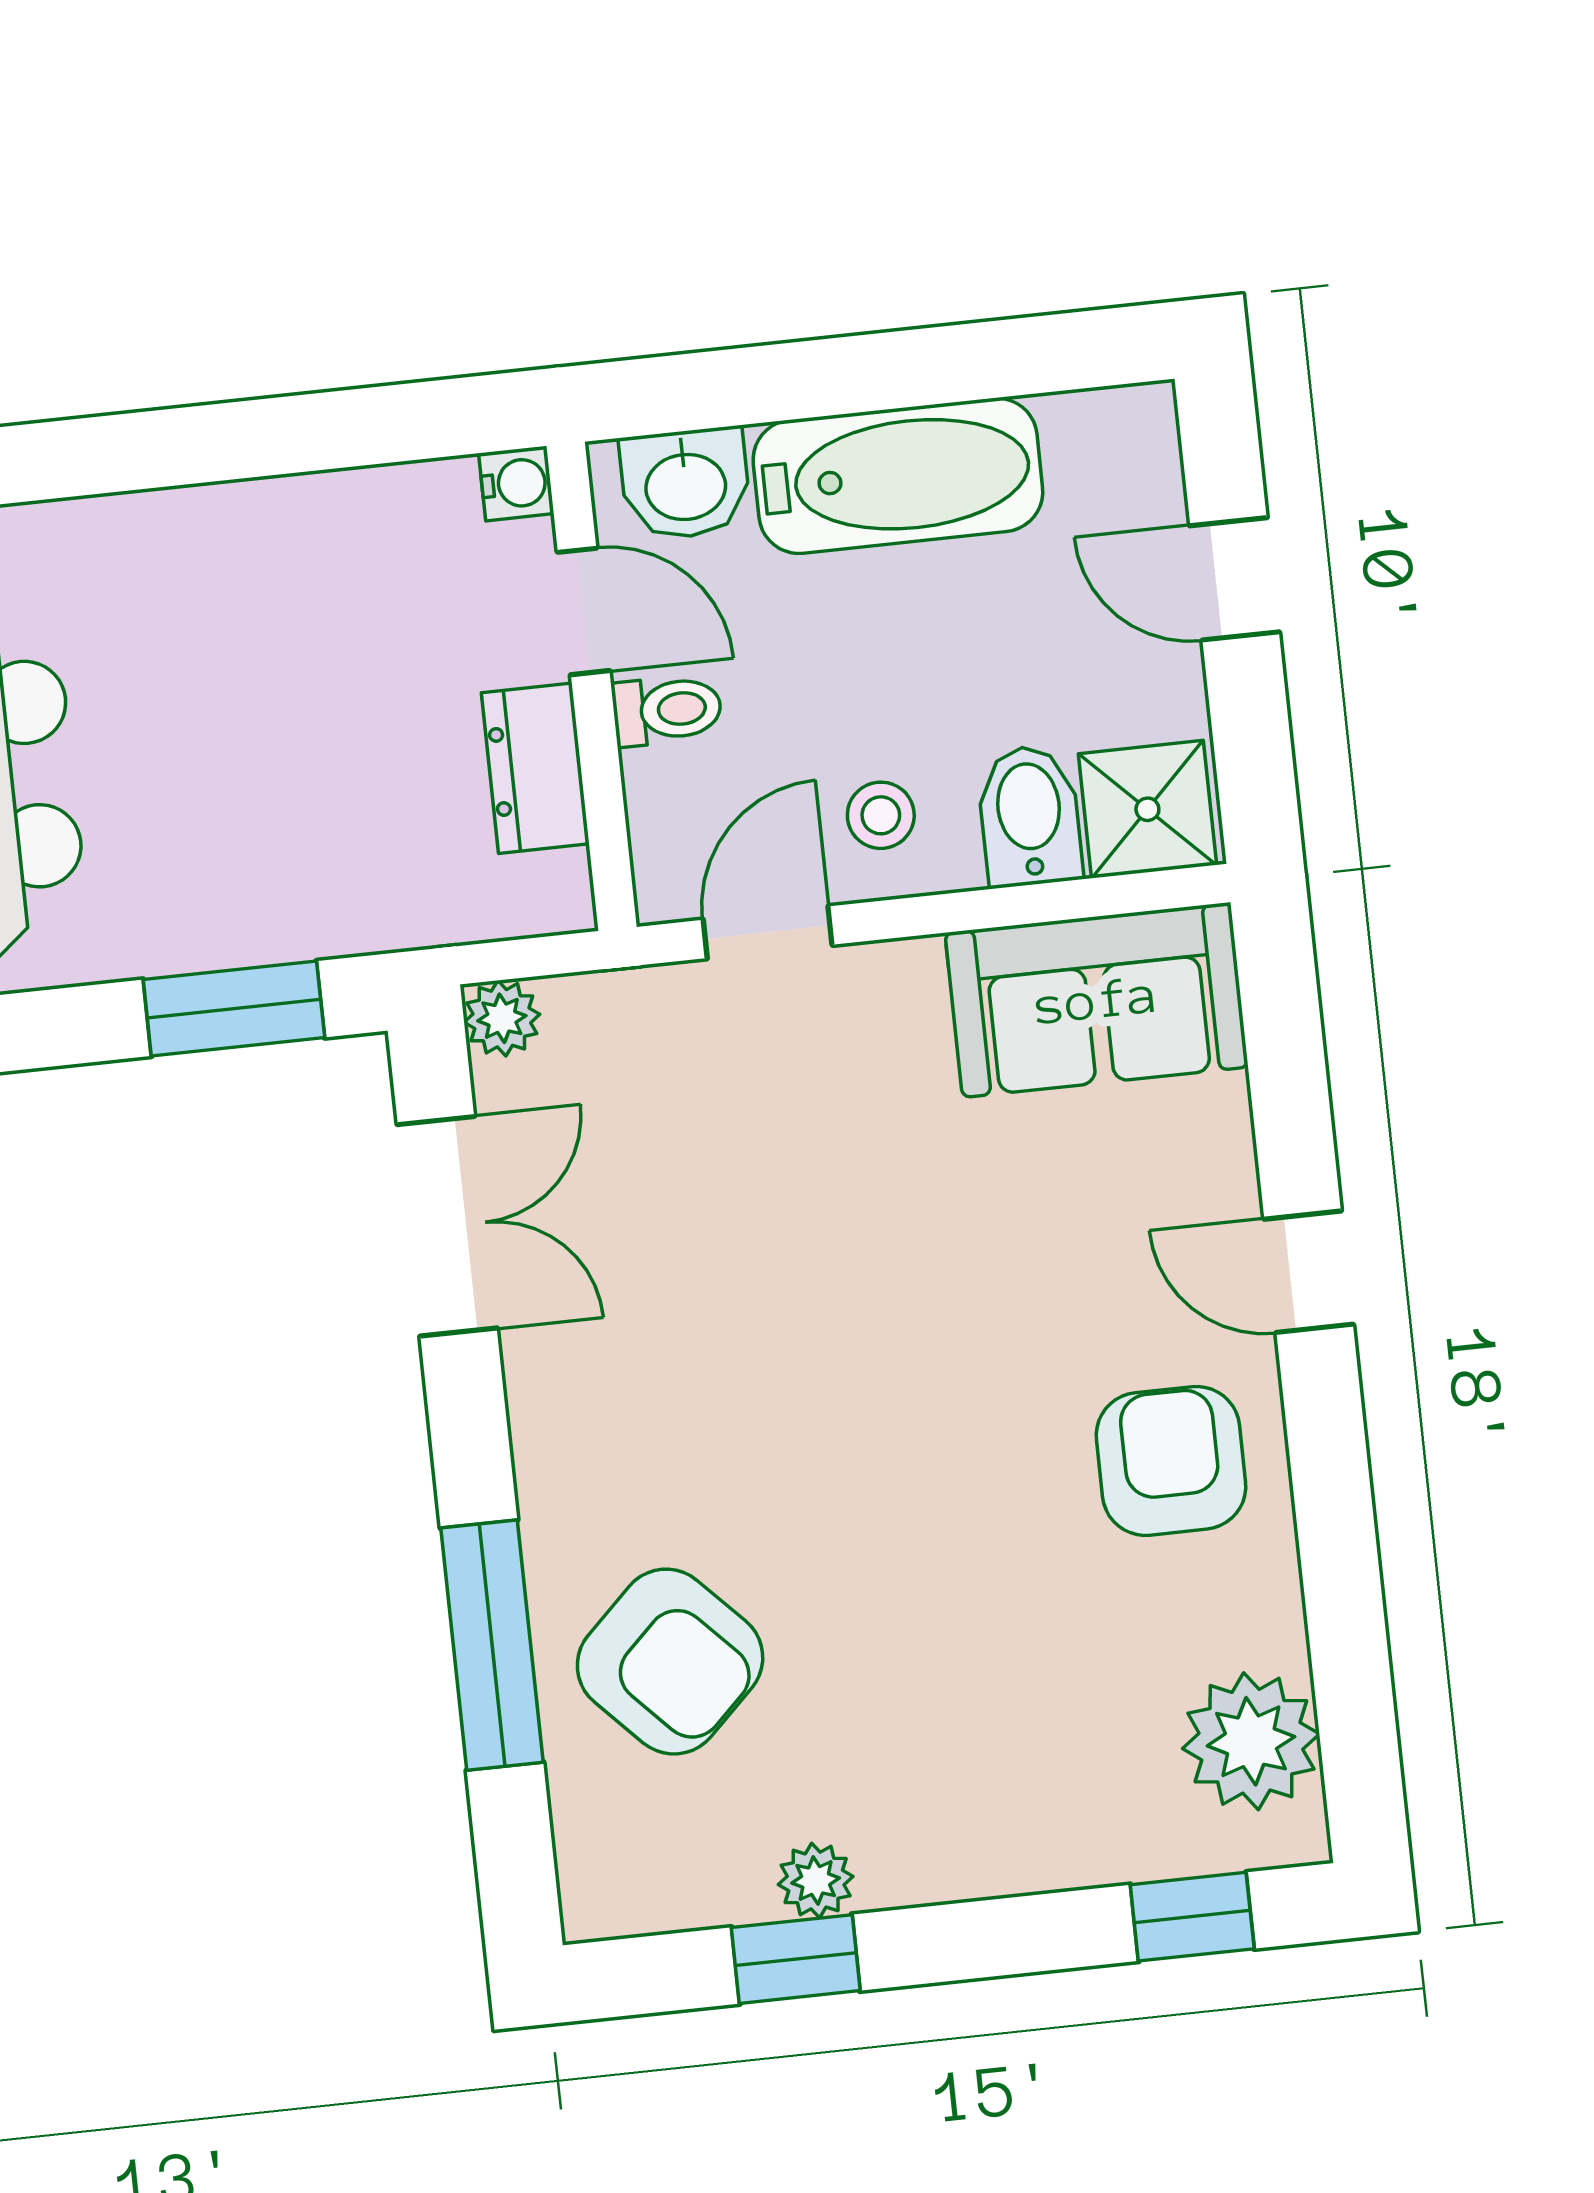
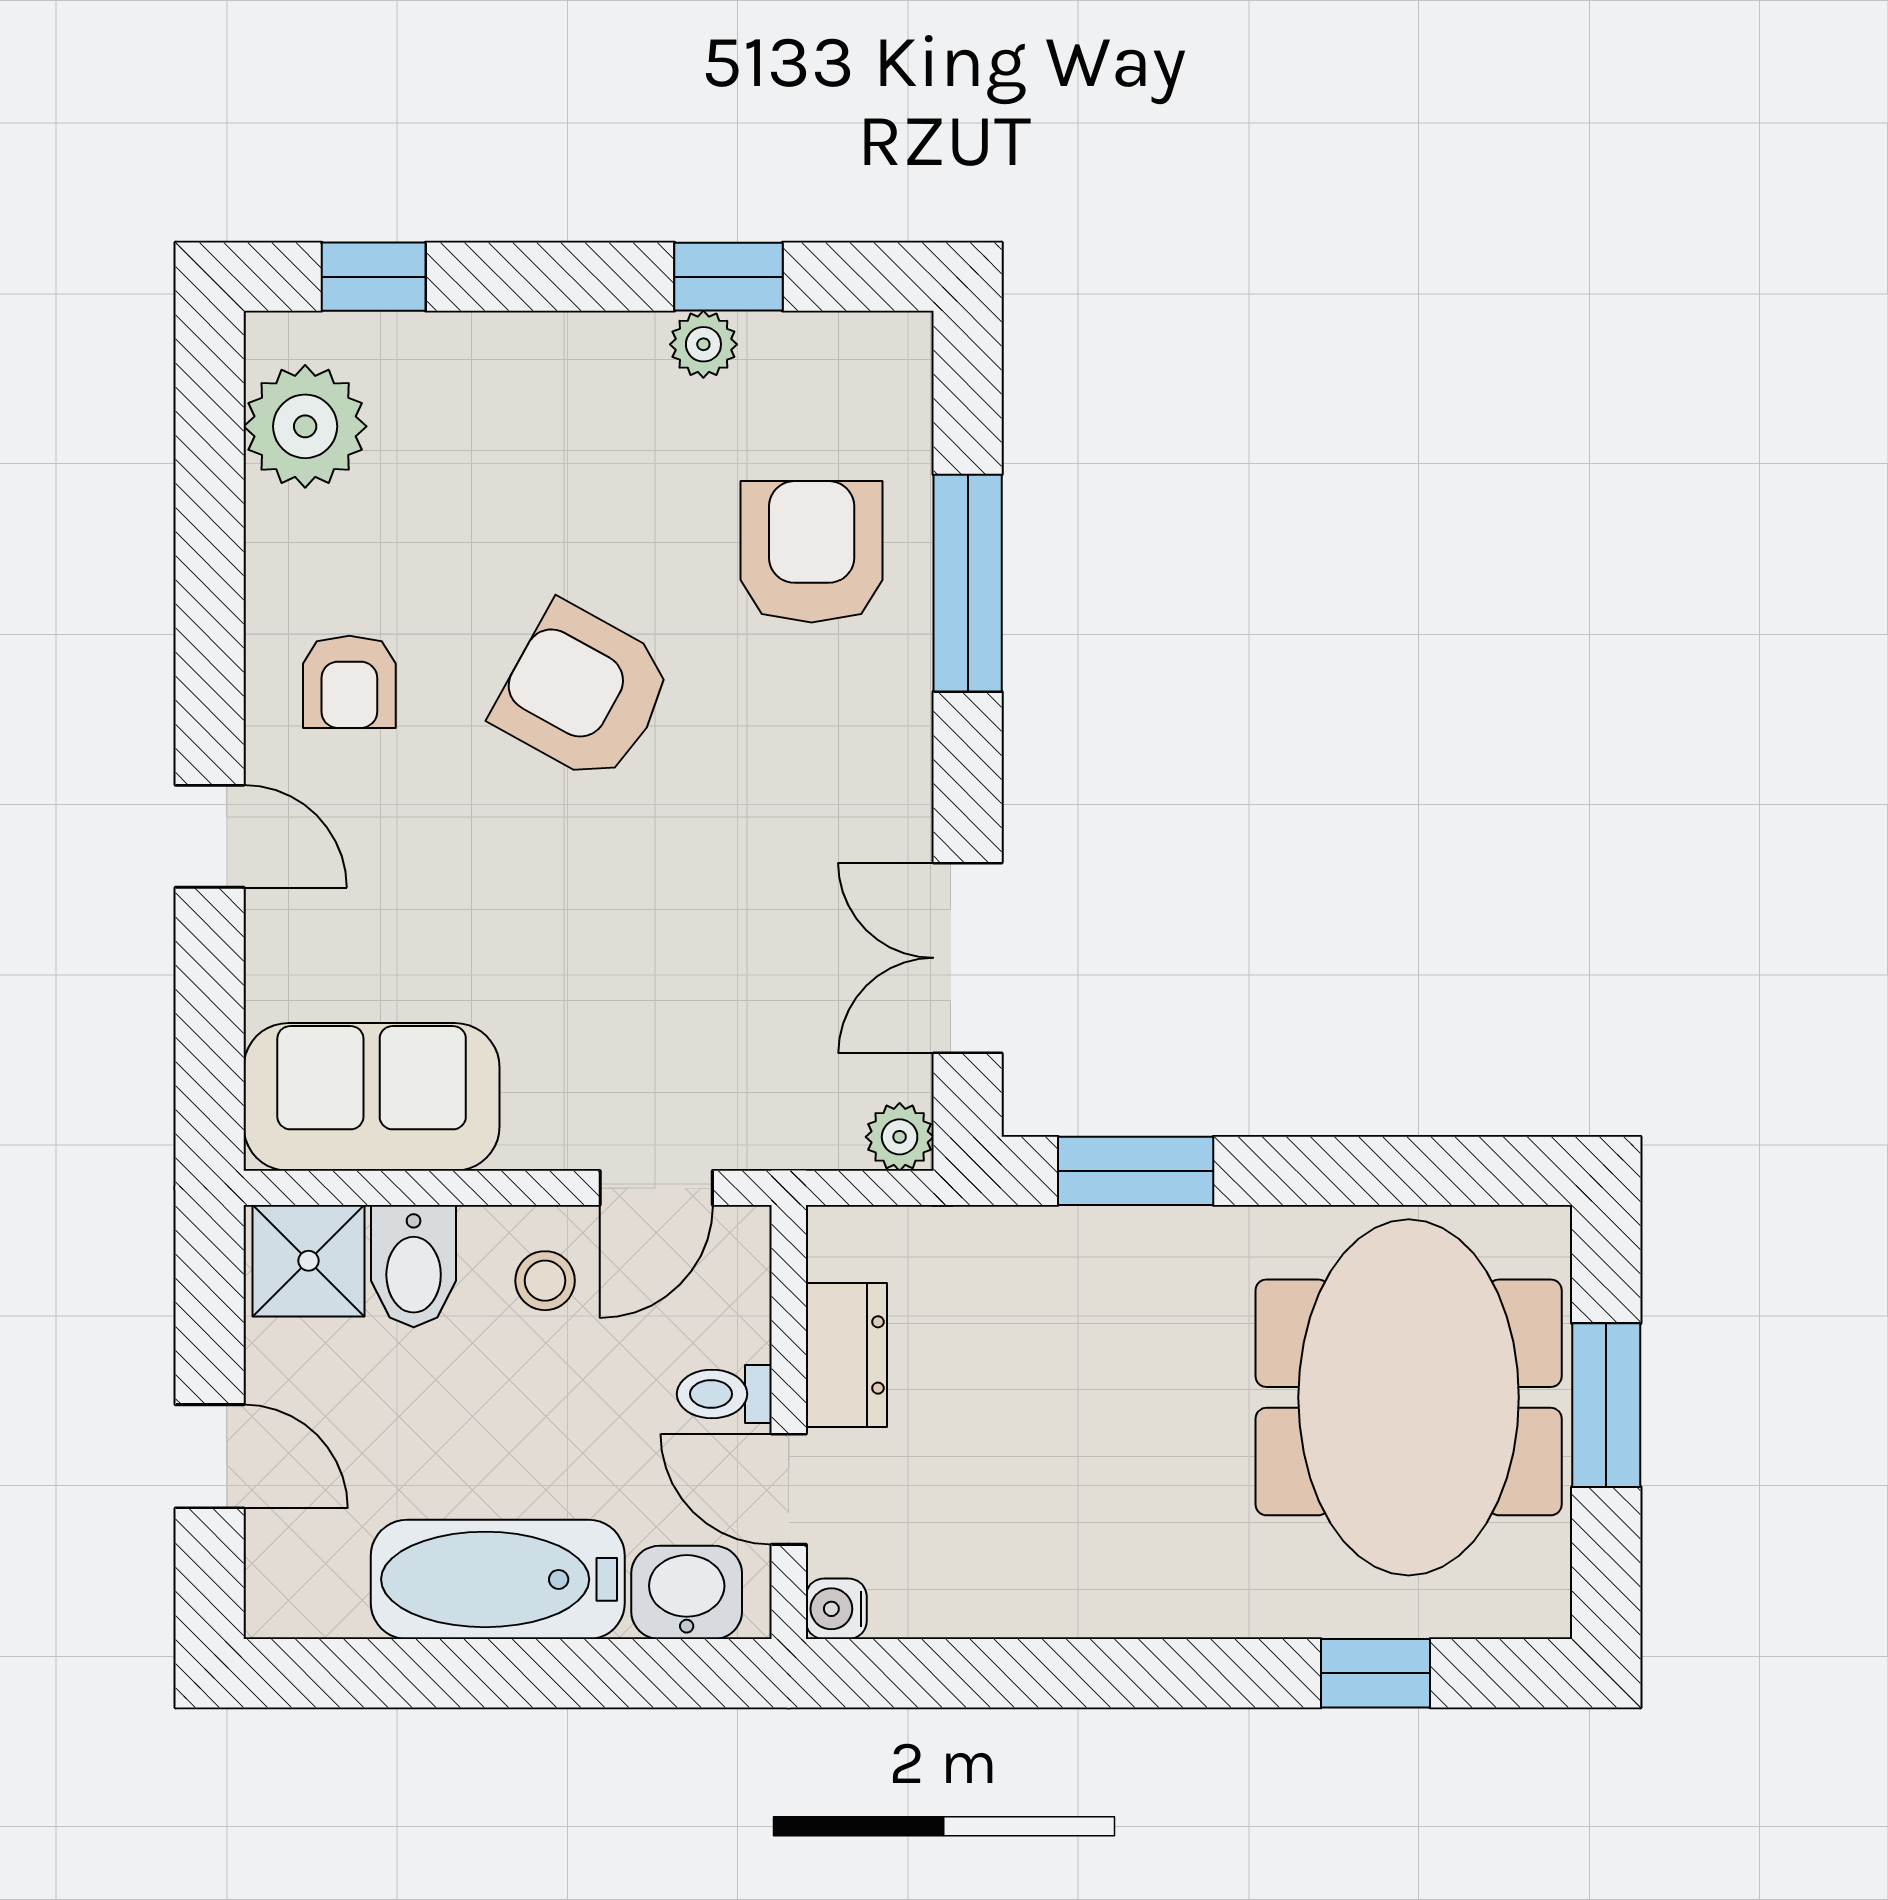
armchair: (1171, 1461) -> (349, 682), width x0.72, depth x0.72
armchair: (908, 1477) -> (584, 693), added
armchair: (670, 1662) -> (812, 552), turned 44

